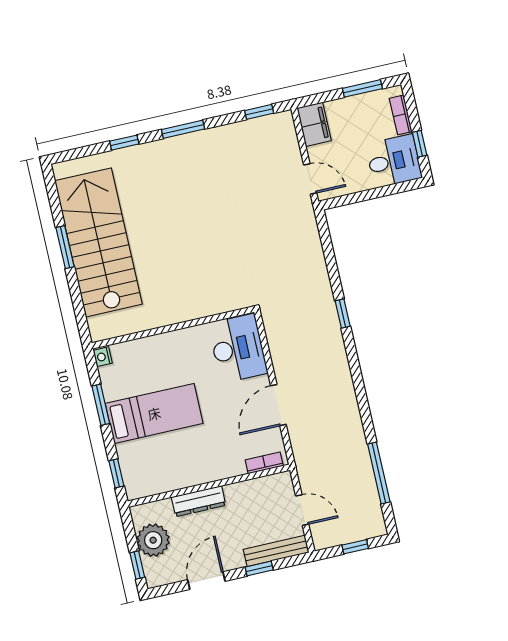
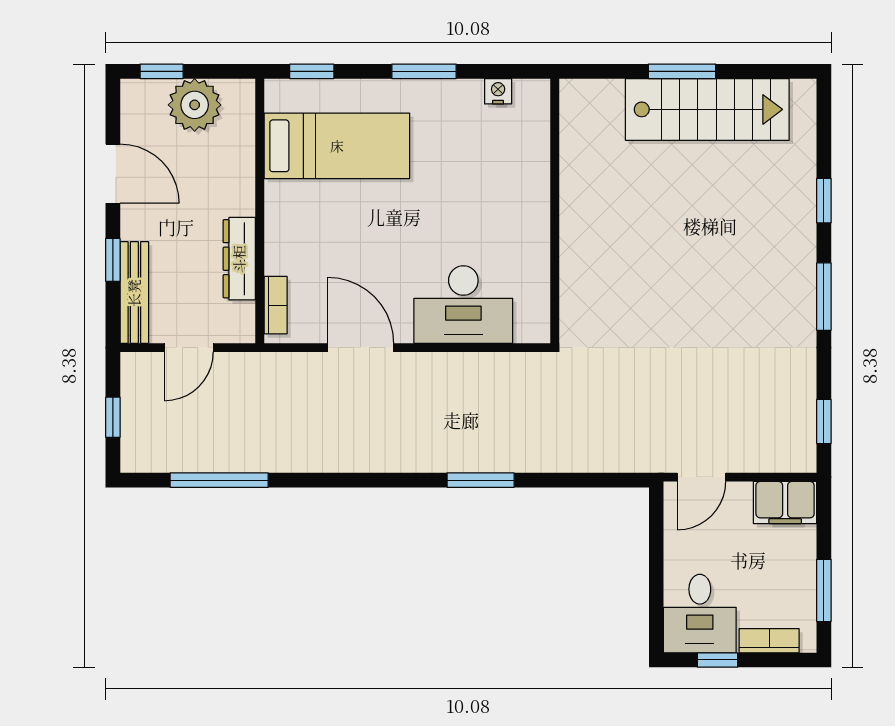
stairs: (98, 242) -> (707, 109), width x0.73, depth x0.66
window: (343, 313) -> (481, 480), width x1.50
wall: (173, 327) -> (555, 211), moved
bed: (154, 413) -> (337, 146), moved, turned -90
dresser: (199, 501) -> (239, 259), moved

